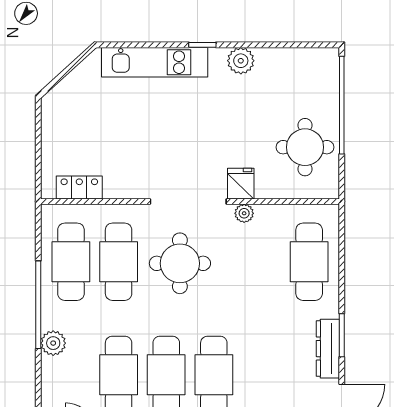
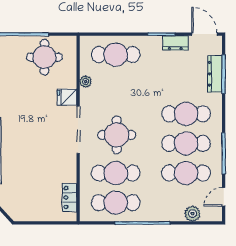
plant: (244, 213) -> (86, 82), moved
plant: (53, 343) -> (192, 214), moved
dresser: (328, 349) -> (175, 43), width x0.70

